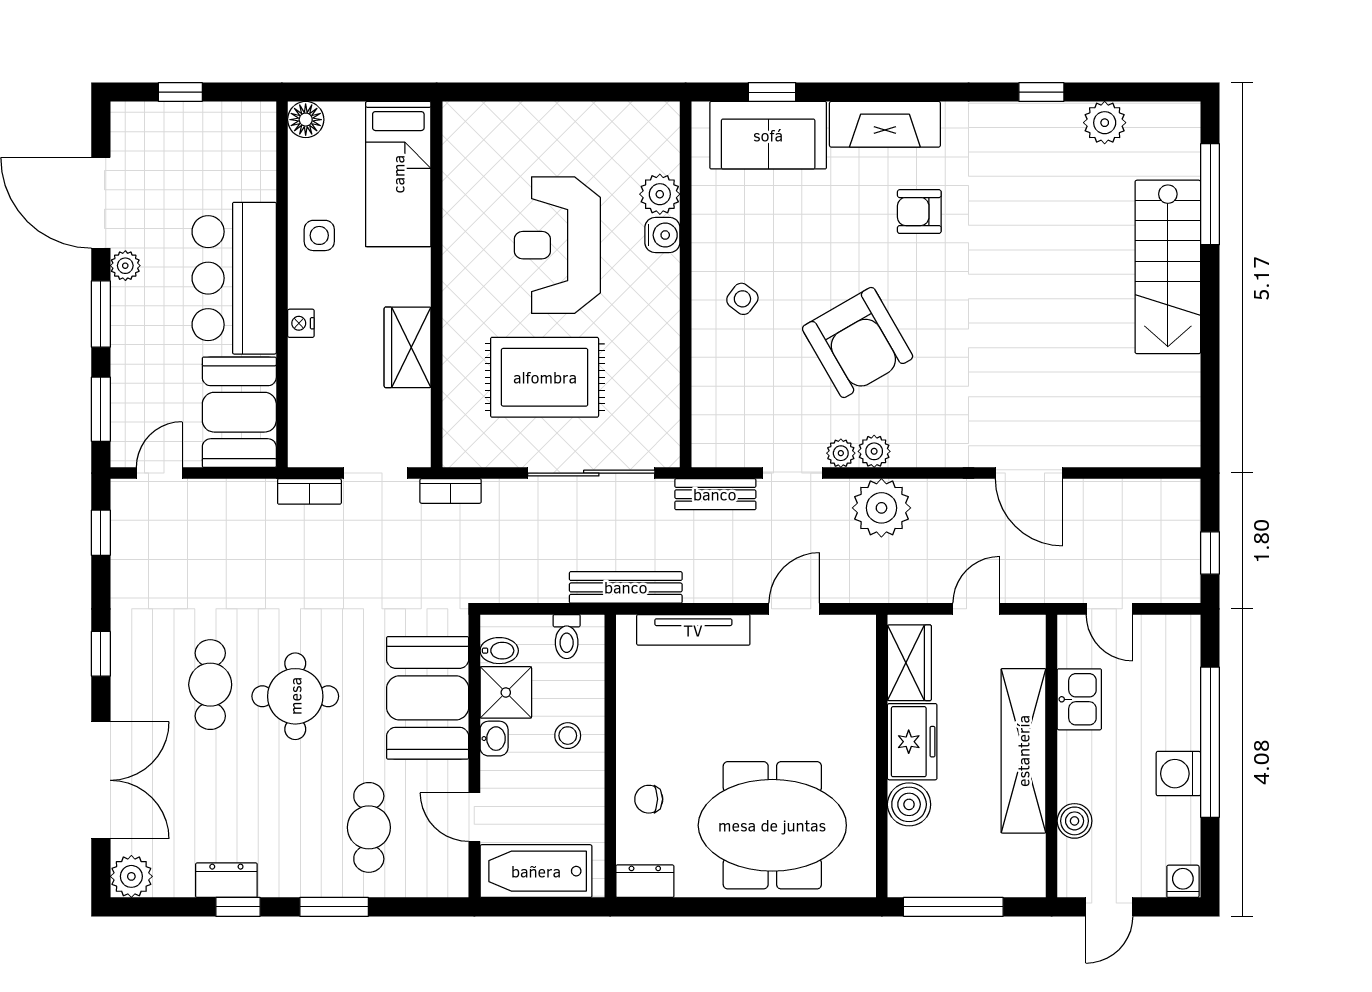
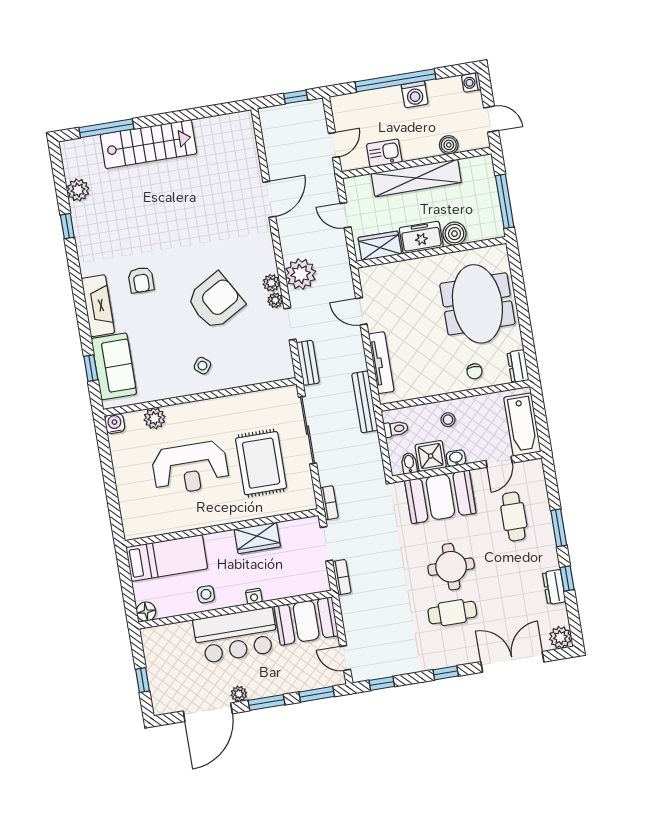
water cooler: (662, 235) -> (115, 424), moved
cafe table: (369, 827) -> (514, 516), turned 90

